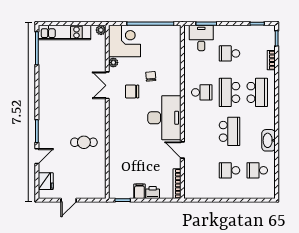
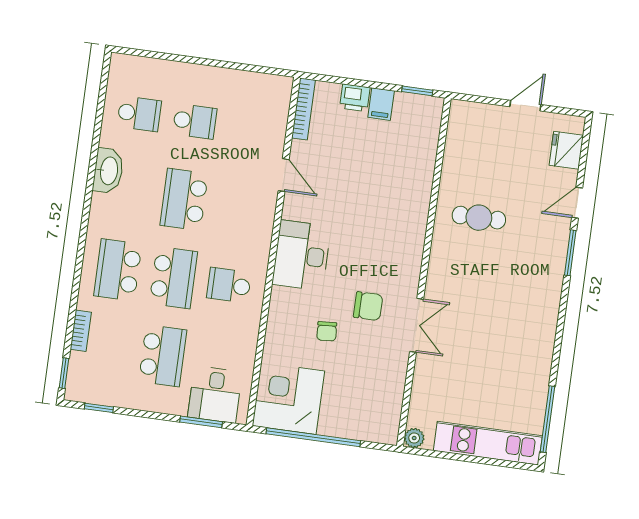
corner desk: (125, 41) -> (288, 398), moved, turned 90
school desk: (229, 53) -> (163, 356), width x1.85
plant: (113, 63) -> (398, 369), removed
desk: (164, 118) -> (302, 255), width x0.73, depth x0.77

